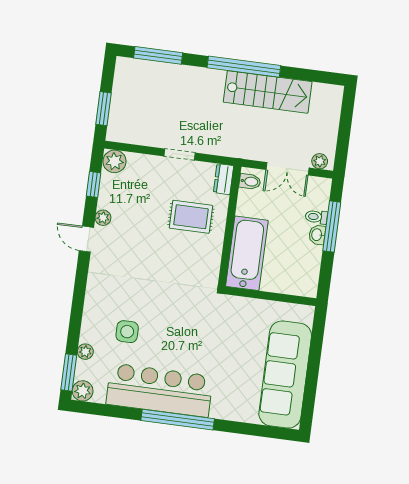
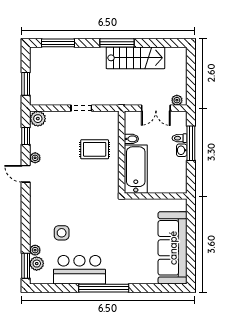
window: (244, 67) -> (117, 43), width x0.68
dresser: (223, 179) -> (113, 121), removed
bidet: (250, 181) -> (131, 139), moved
bar counter: (160, 390) -> (79, 270), width x0.73
plant: (83, 391) -> (37, 264), moved

